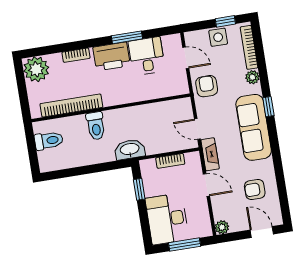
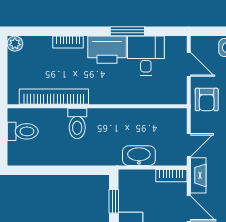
plant: (36, 69) -> (15, 44), width x0.53, depth x0.53
armchair: (207, 86) -> (207, 100), turned 180
door: (197, 129) -> (189, 145), swing flipped
washbasin: (130, 150) -> (139, 156), moved
bookcase: (170, 161) -> (171, 176), moved

